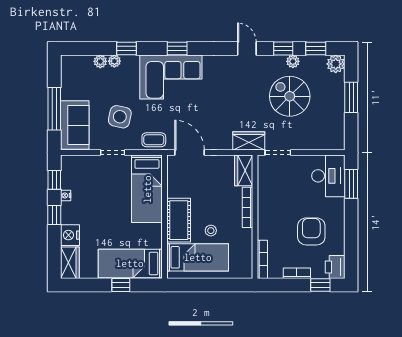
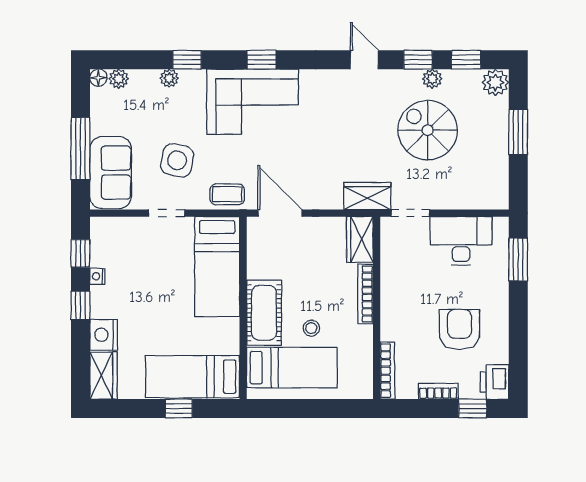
floor lamp: (66, 61) -> (98, 78), added
plant: (100, 61) -> (119, 79), moved
desk: (328, 176) -> (461, 241), moved, turned -90

